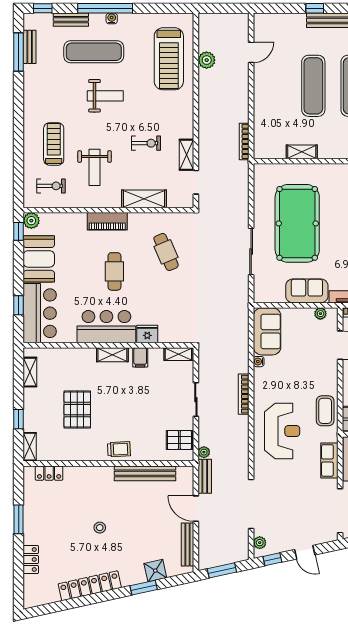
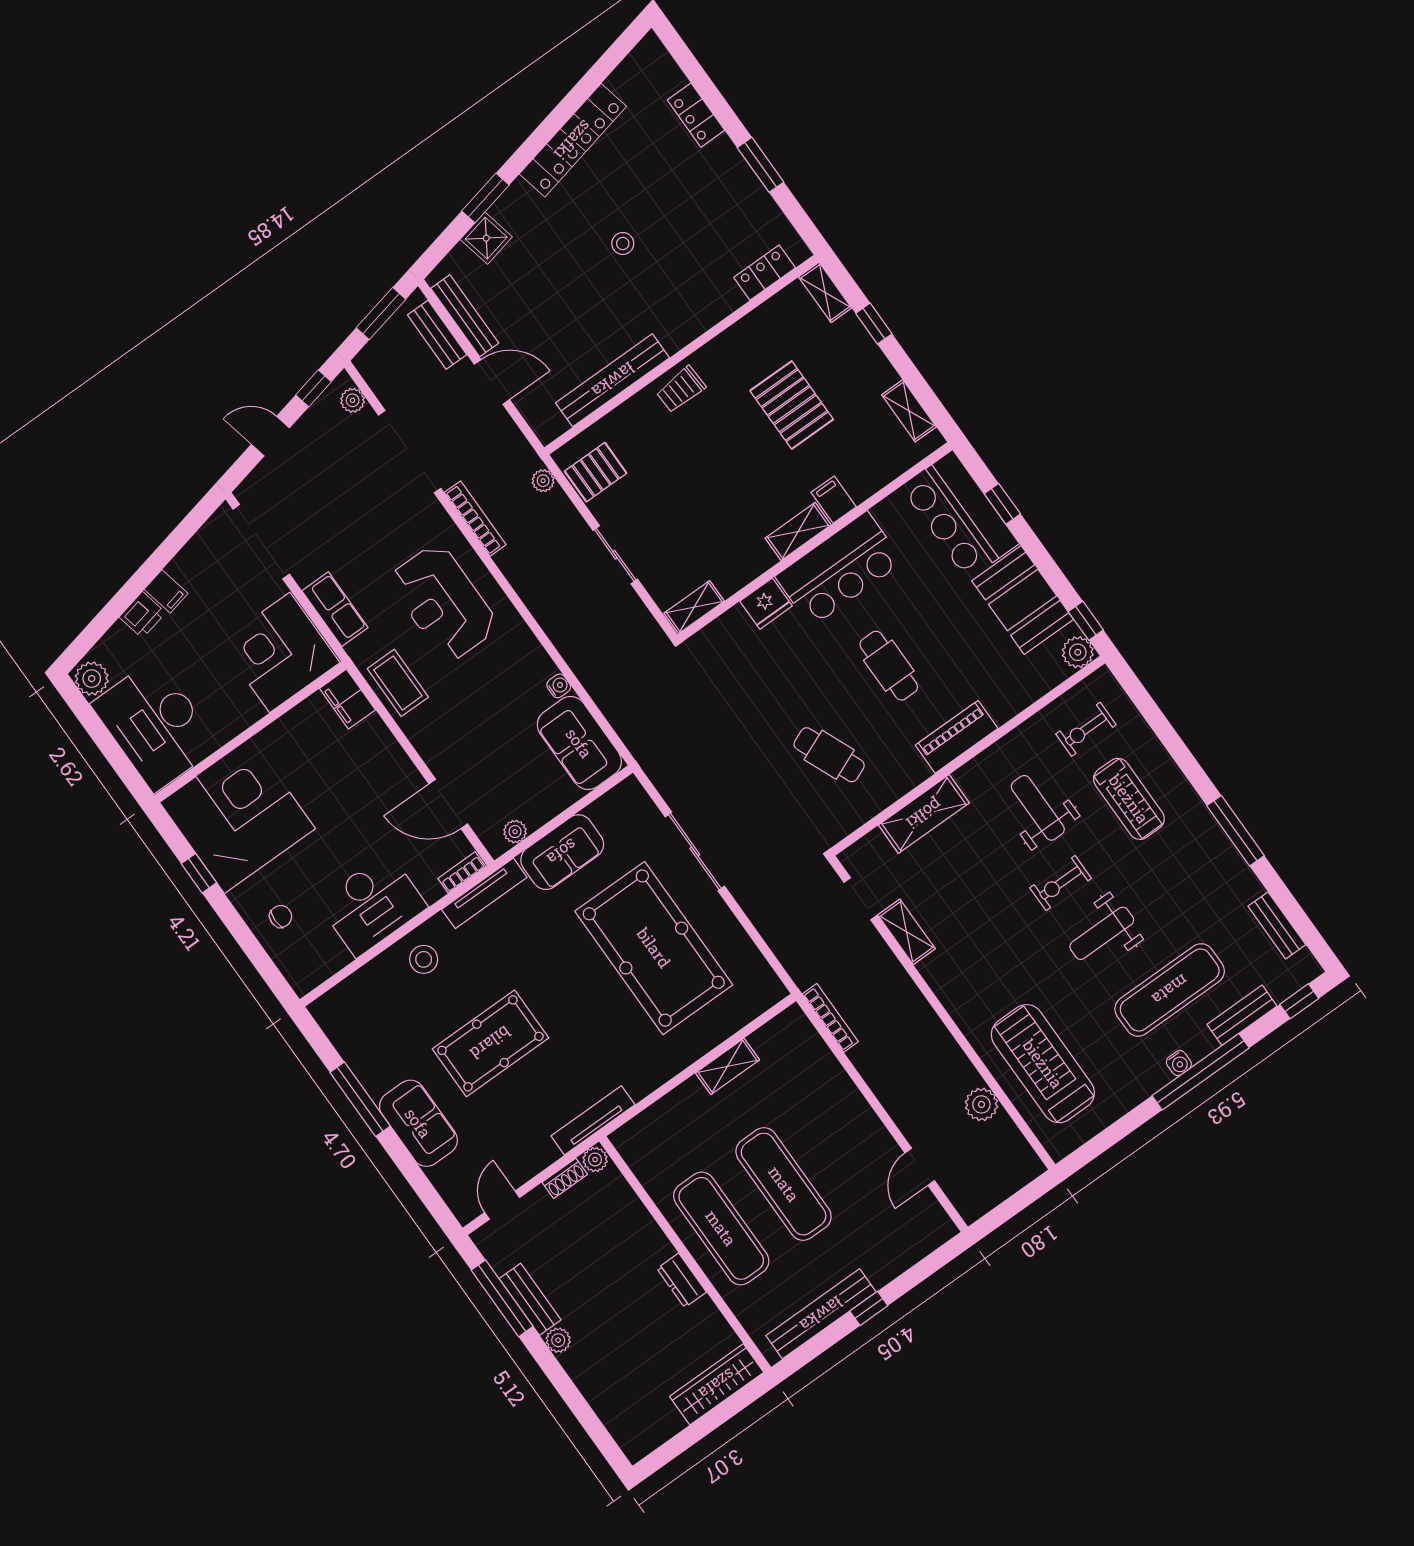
window: (19, 52) -> (1236, 831), moved
exercise bike: (146, 143) -> (1061, 883), moved
filing cabinet: (140, 357) -> (834, 500), moved
bookcase: (244, 394) -> (475, 519), moved
bench: (205, 476) -> (437, 335), moved

